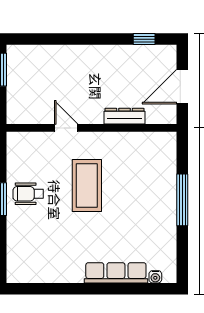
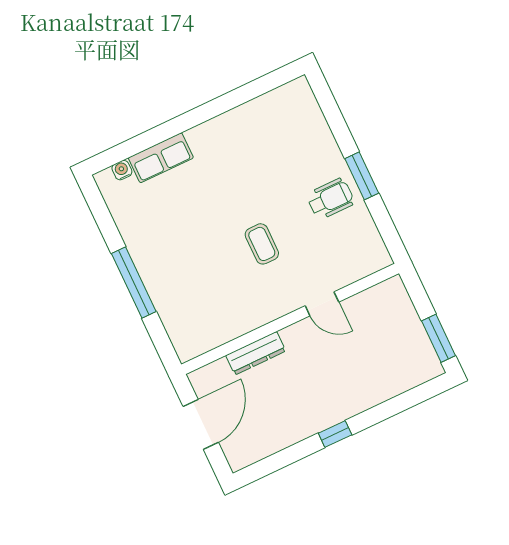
window: (144, 39) -> (335, 434), moved
coffee table: (87, 185) -> (262, 244), width x0.54, depth x0.58
row of seats: (116, 273) -> (161, 158), width x0.68

